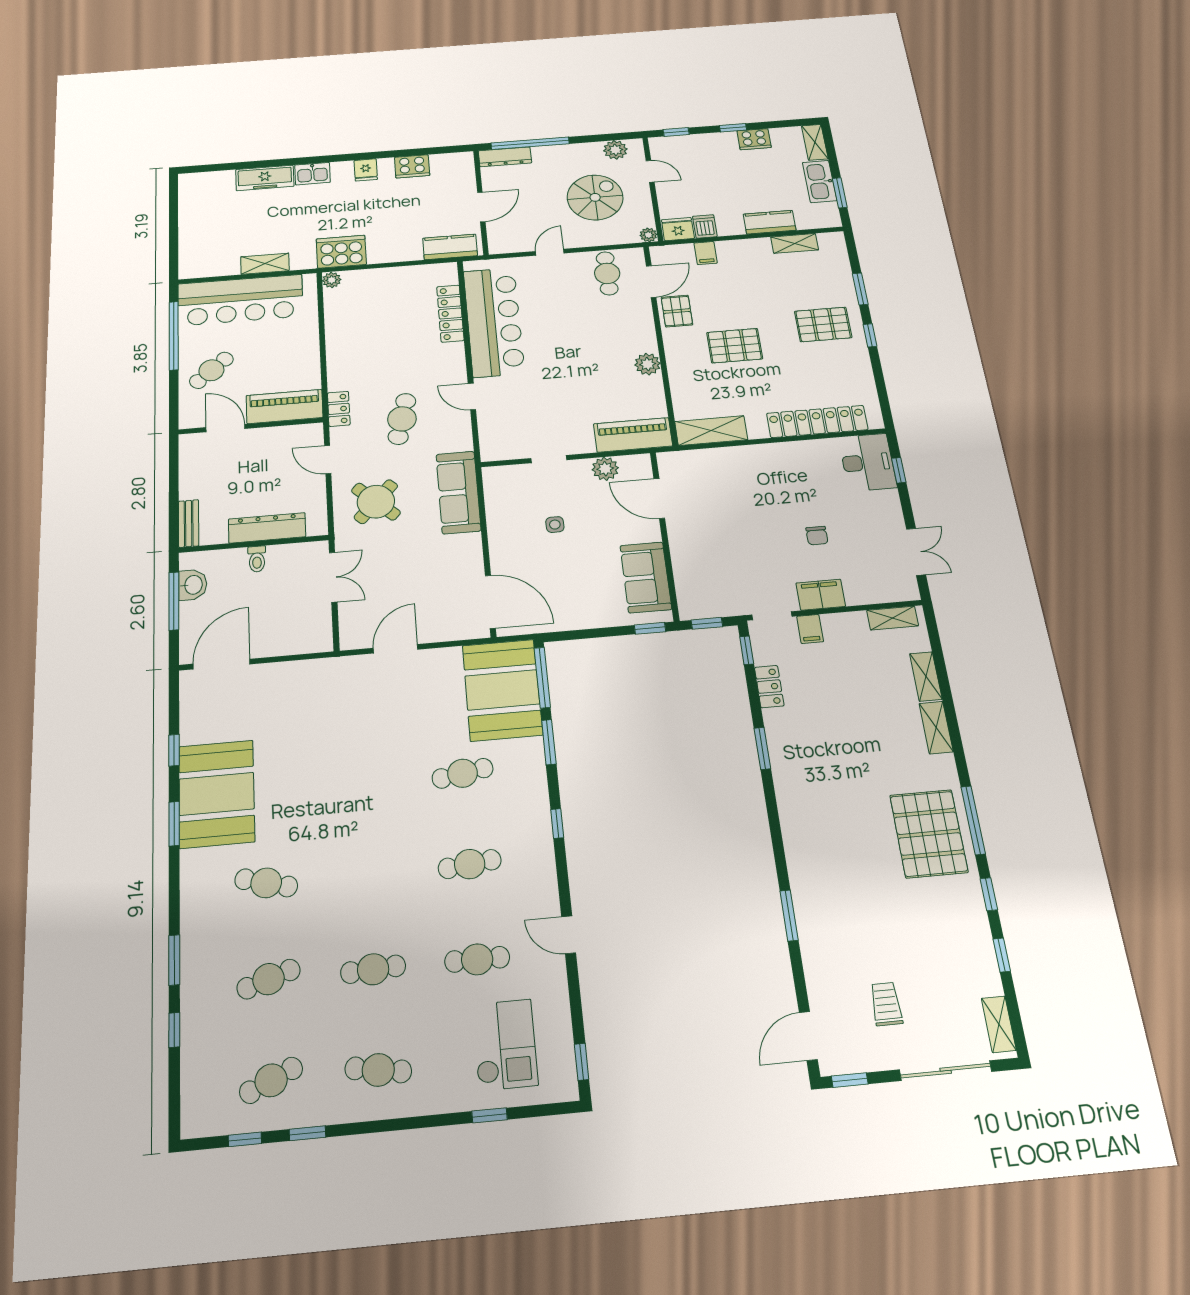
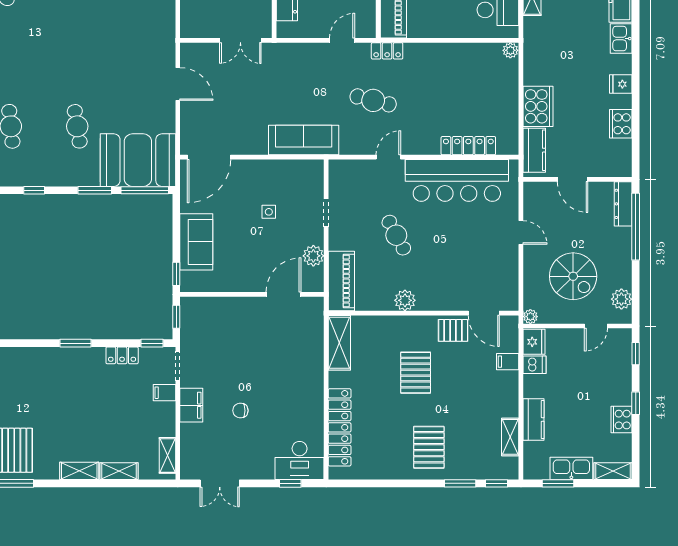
cooker: (341, 252) -> (538, 106), moved
cafe table: (607, 273) -> (396, 235), moved, turned 62
window: (870, 335) -> (496, 483), moved
round table: (376, 502) -> (302, 76), removed
sofa: (646, 577) -> (196, 242), moved, turned 90

